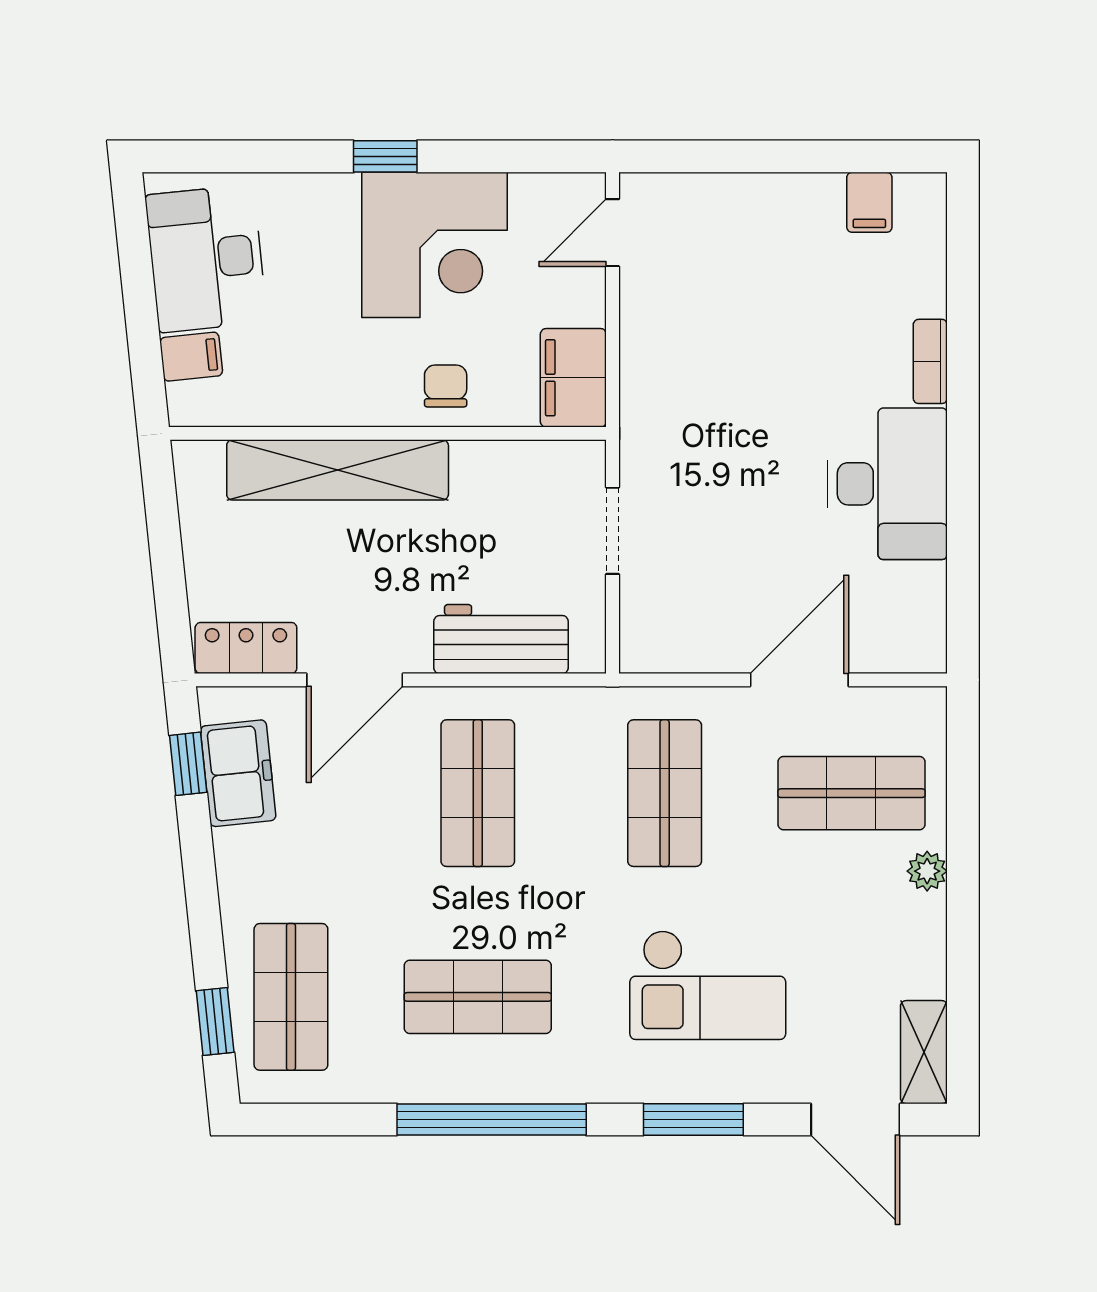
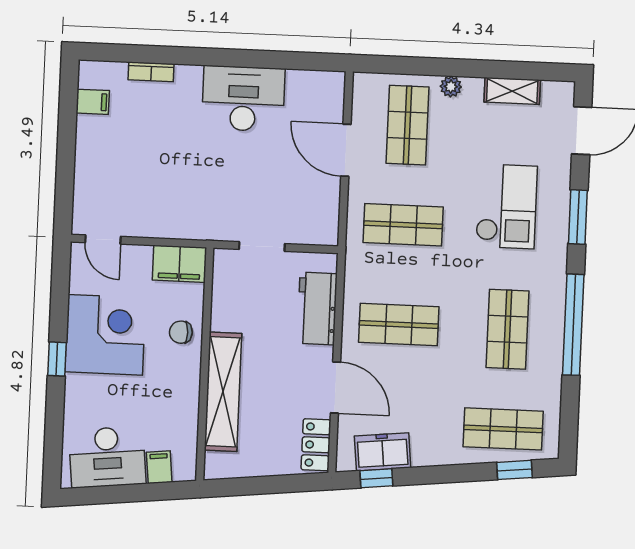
bookcase: (930, 361) -> (151, 72), moved
shelving: (924, 1052) -> (512, 91), moved

